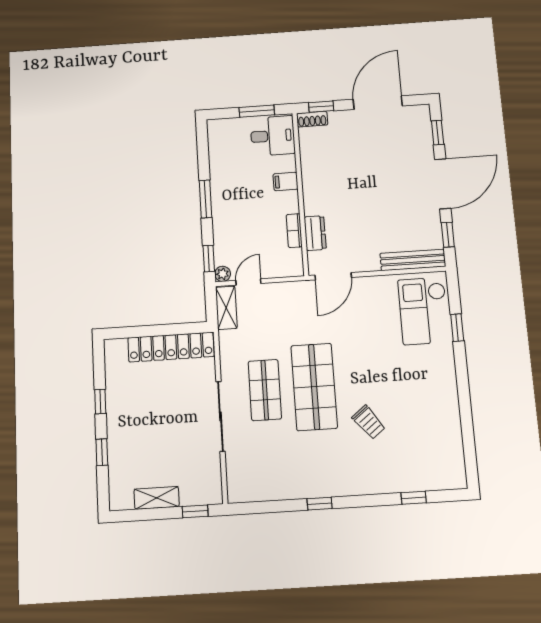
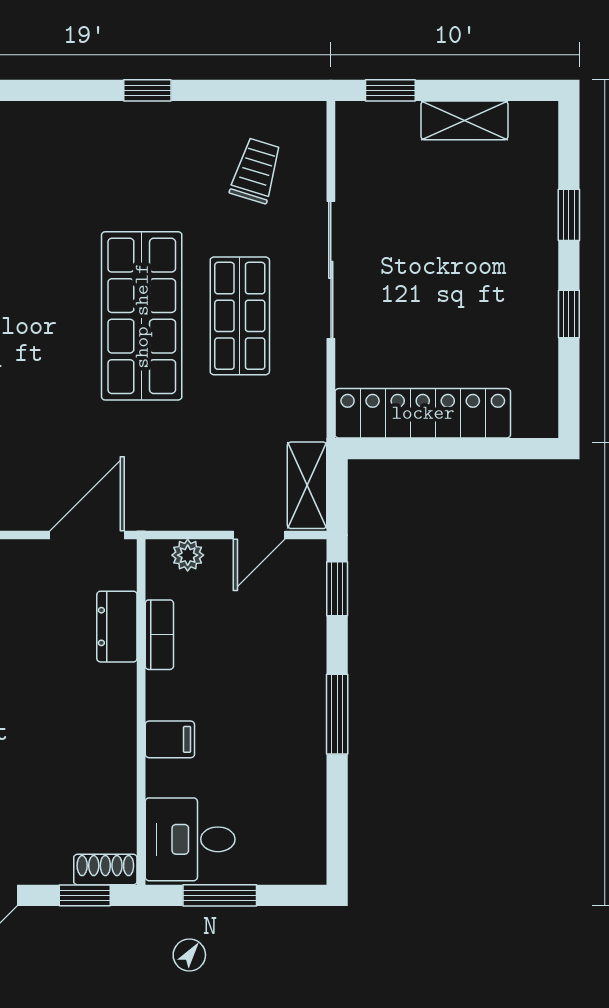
plant: (223, 274) -> (188, 555), moved
trolley: (369, 422) -> (256, 171), moved, turned 55

